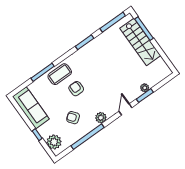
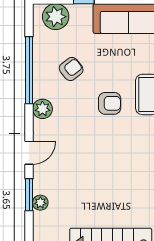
door: (125, 109) -> (29, 153), hinge flipped

